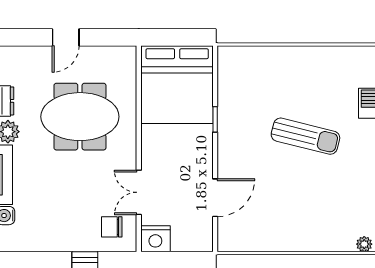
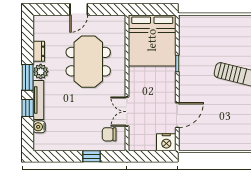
meeting table: (80, 117) -> (88, 62), turned 90
nightstand: (155, 239) -> (166, 142), moved

